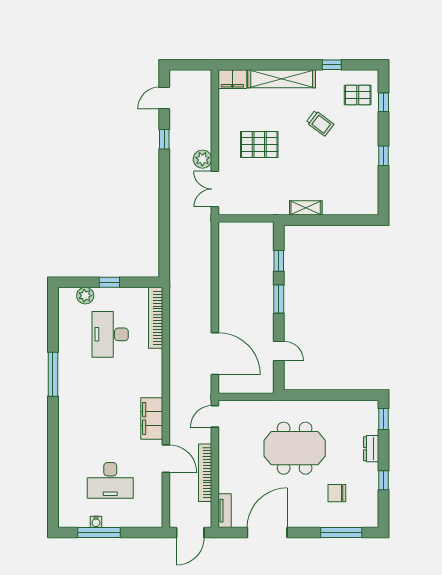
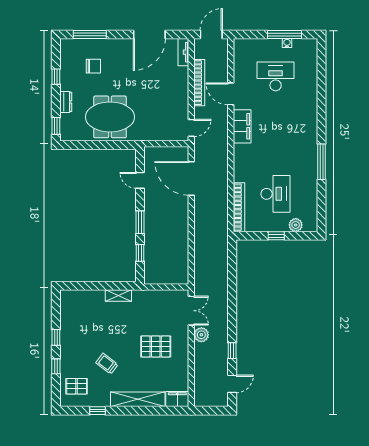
window: (383, 102) -> (56, 366), moved
meeting table: (295, 448) -> (110, 117), moved

